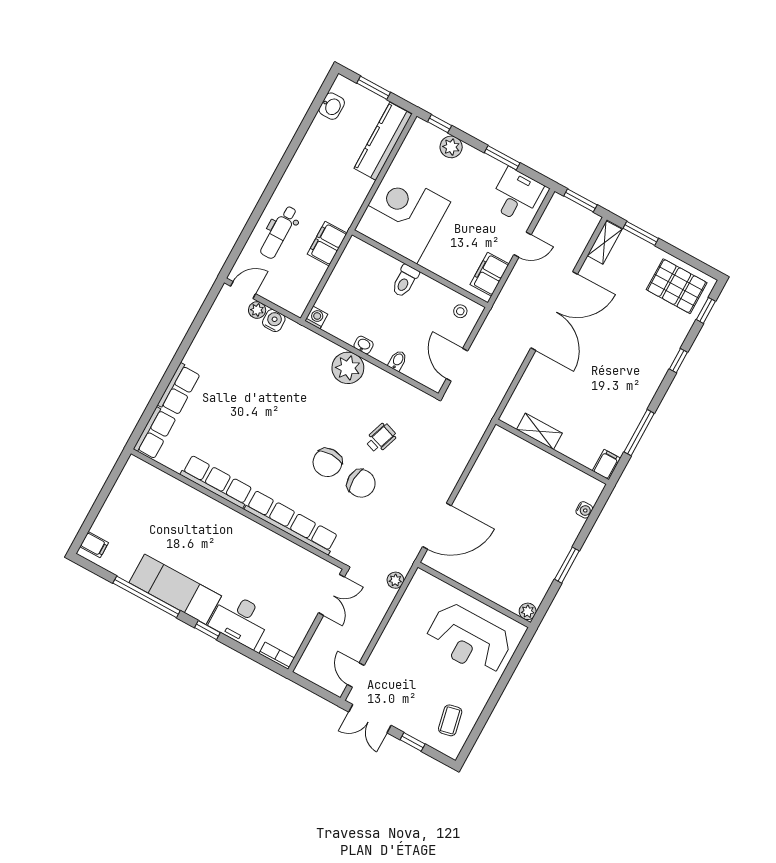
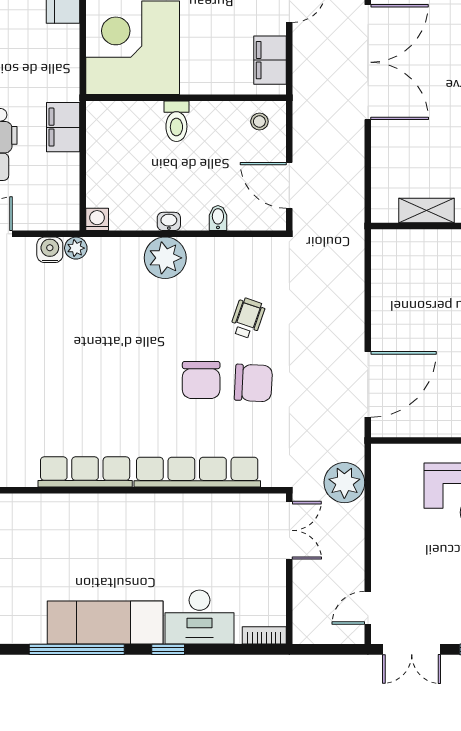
plant: (257, 310) -> (76, 248), moved
plant: (395, 580) -> (344, 483), width x1.88, depth x1.88
door: (356, 675) -> (368, 608), hinge flipped

